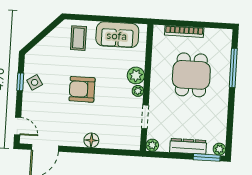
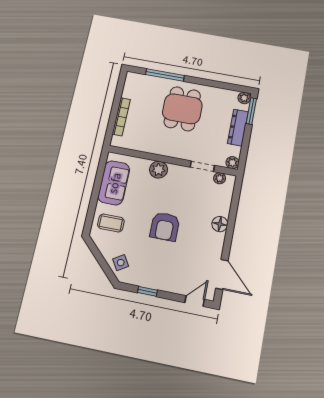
dining table: (191, 75) -> (182, 109), moved, turned 90
side table: (35, 82) -> (121, 263), moved
plant: (138, 91) -> (220, 178), moved

